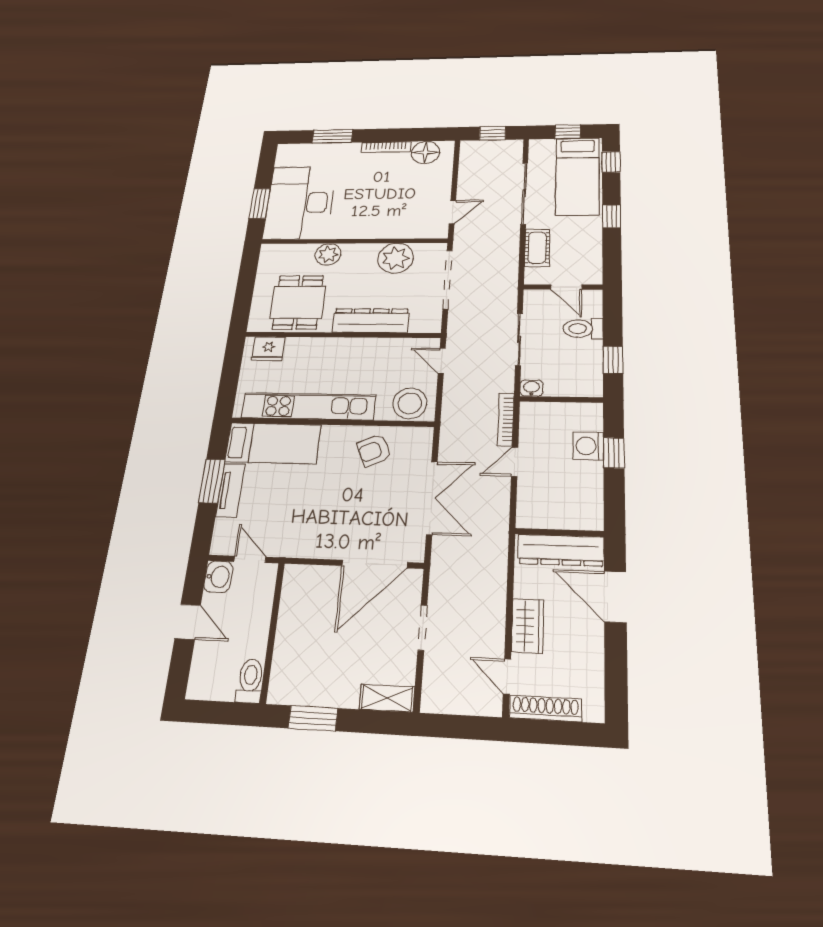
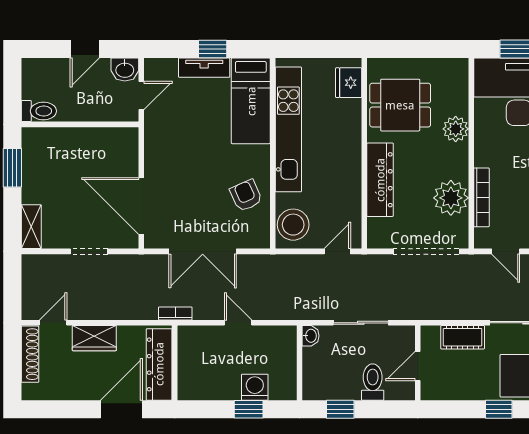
bookcase: (397, 232) -> (481, 197), added
bookcase: (506, 419) -> (175, 313), moved, width x0.64
window: (212, 481) -> (213, 49), width x0.67

